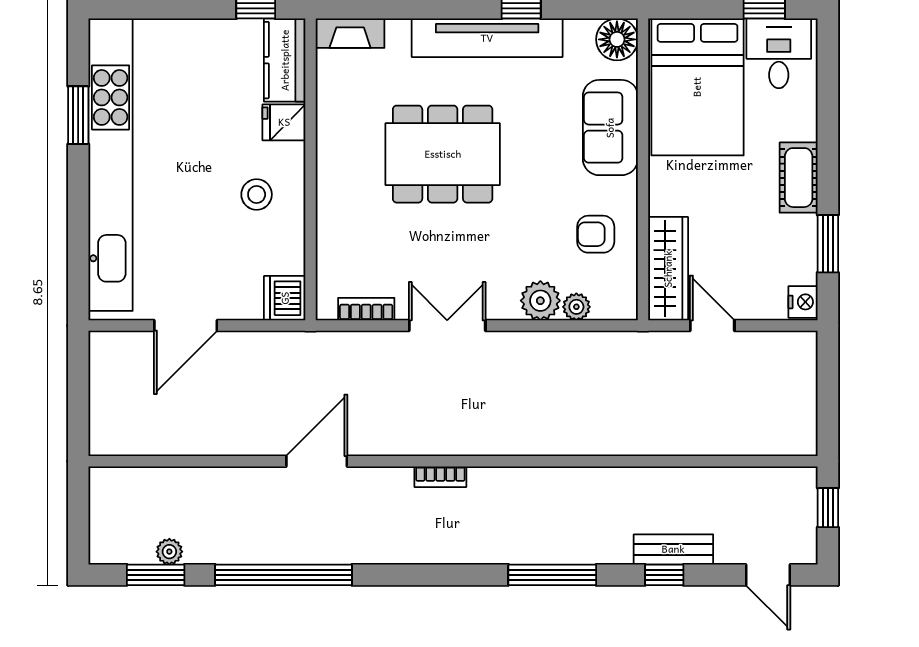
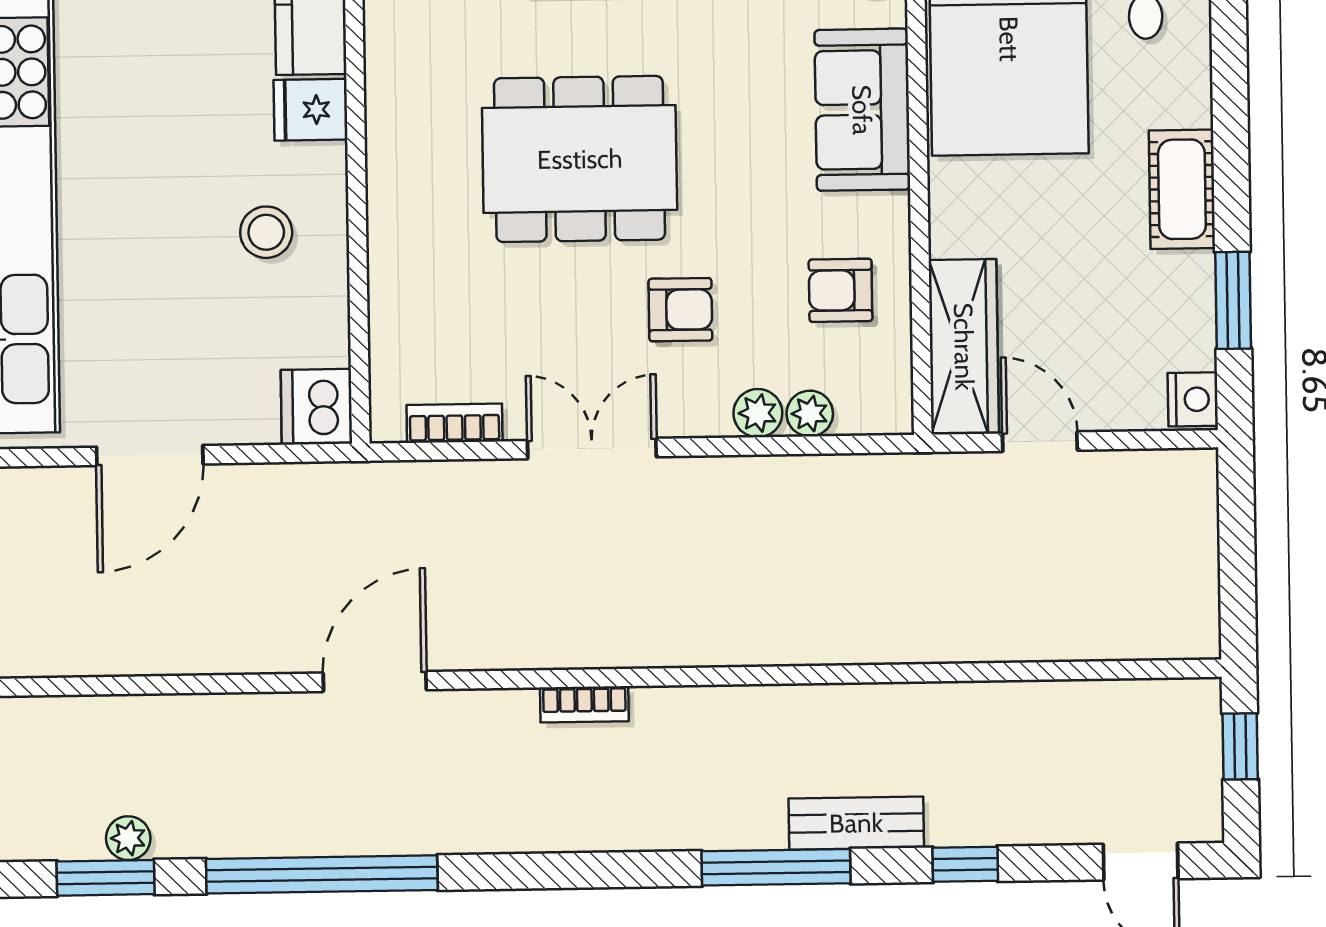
armchair: (501, 244) -> (680, 310), added
plant: (540, 301) -> (758, 413), width x0.73, depth x0.73
bench: (673, 549) -> (856, 823), moved

